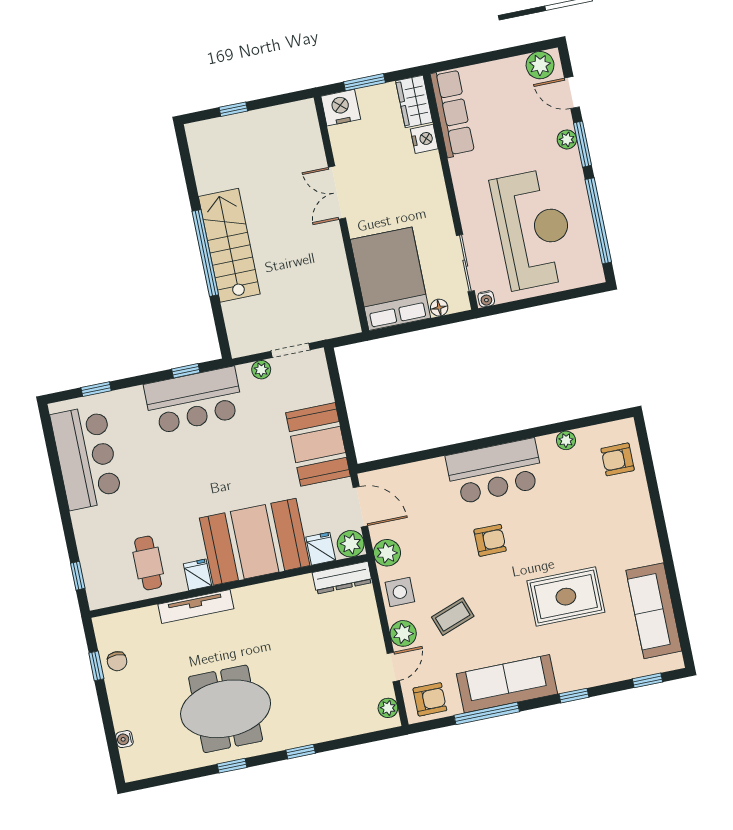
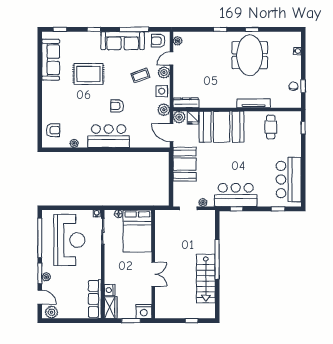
reception desk: (534, 229) -> (69, 240), turned 180
stairs: (229, 245) -> (206, 279), moved
fridge: (197, 575) -> (250, 117), removed
meeting table: (226, 709) -> (250, 55), turned 90

